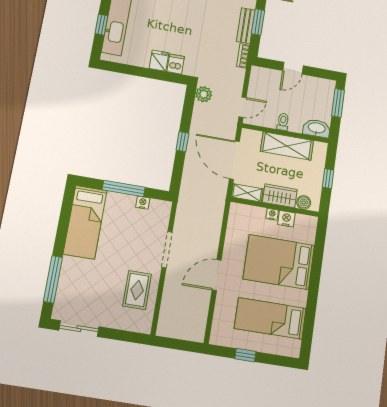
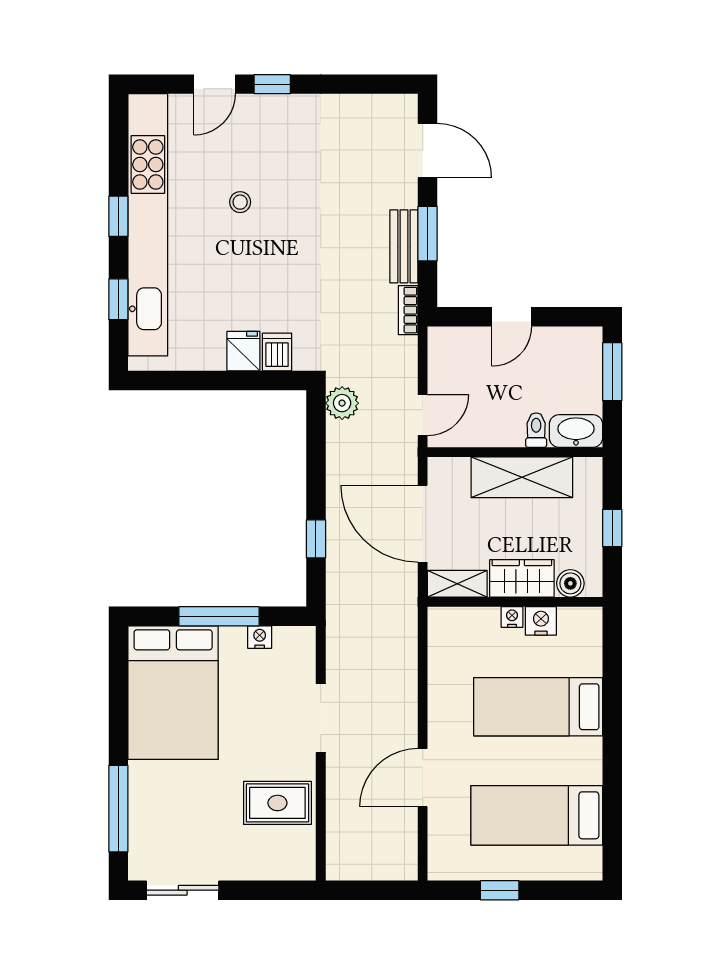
toilet: (283, 122) -> (536, 430), moved
window: (182, 142) -> (316, 539), moved
bed: (85, 222) -> (173, 693), width x1.50
bed: (279, 262) -> (538, 707), width x0.67
door: (217, 275) -> (423, 778), moved
rug: (137, 290) -> (277, 803), turned 90

